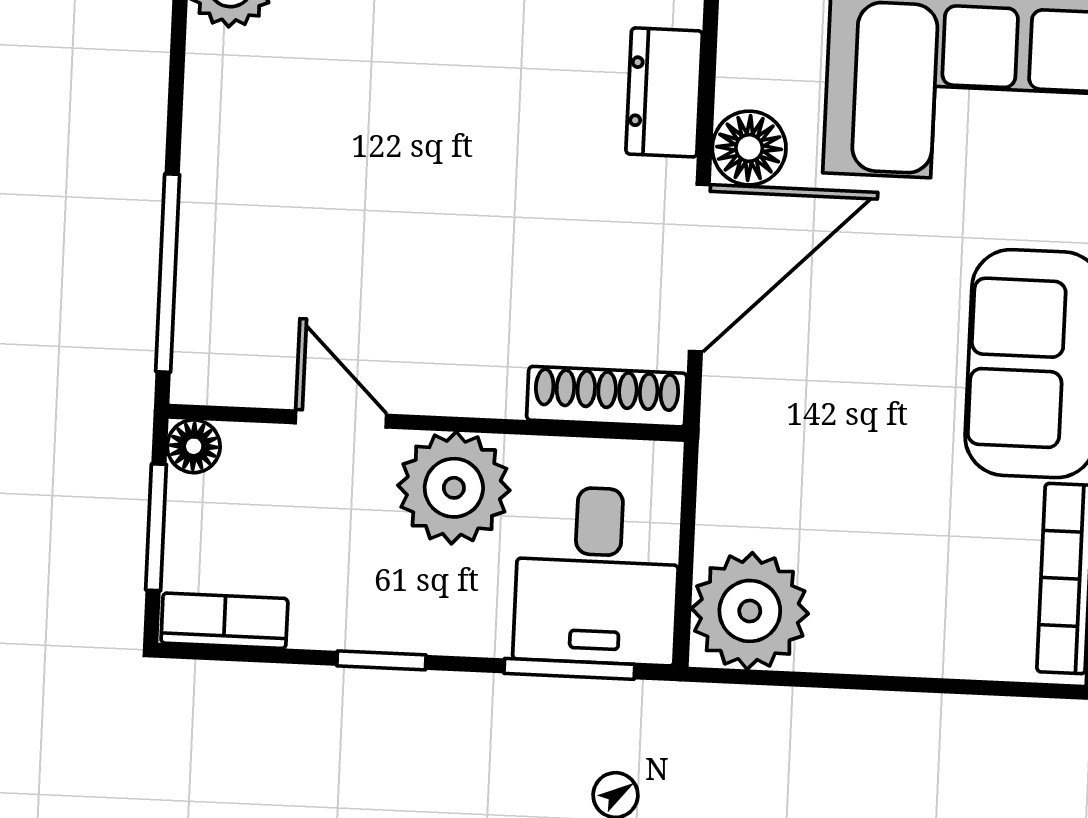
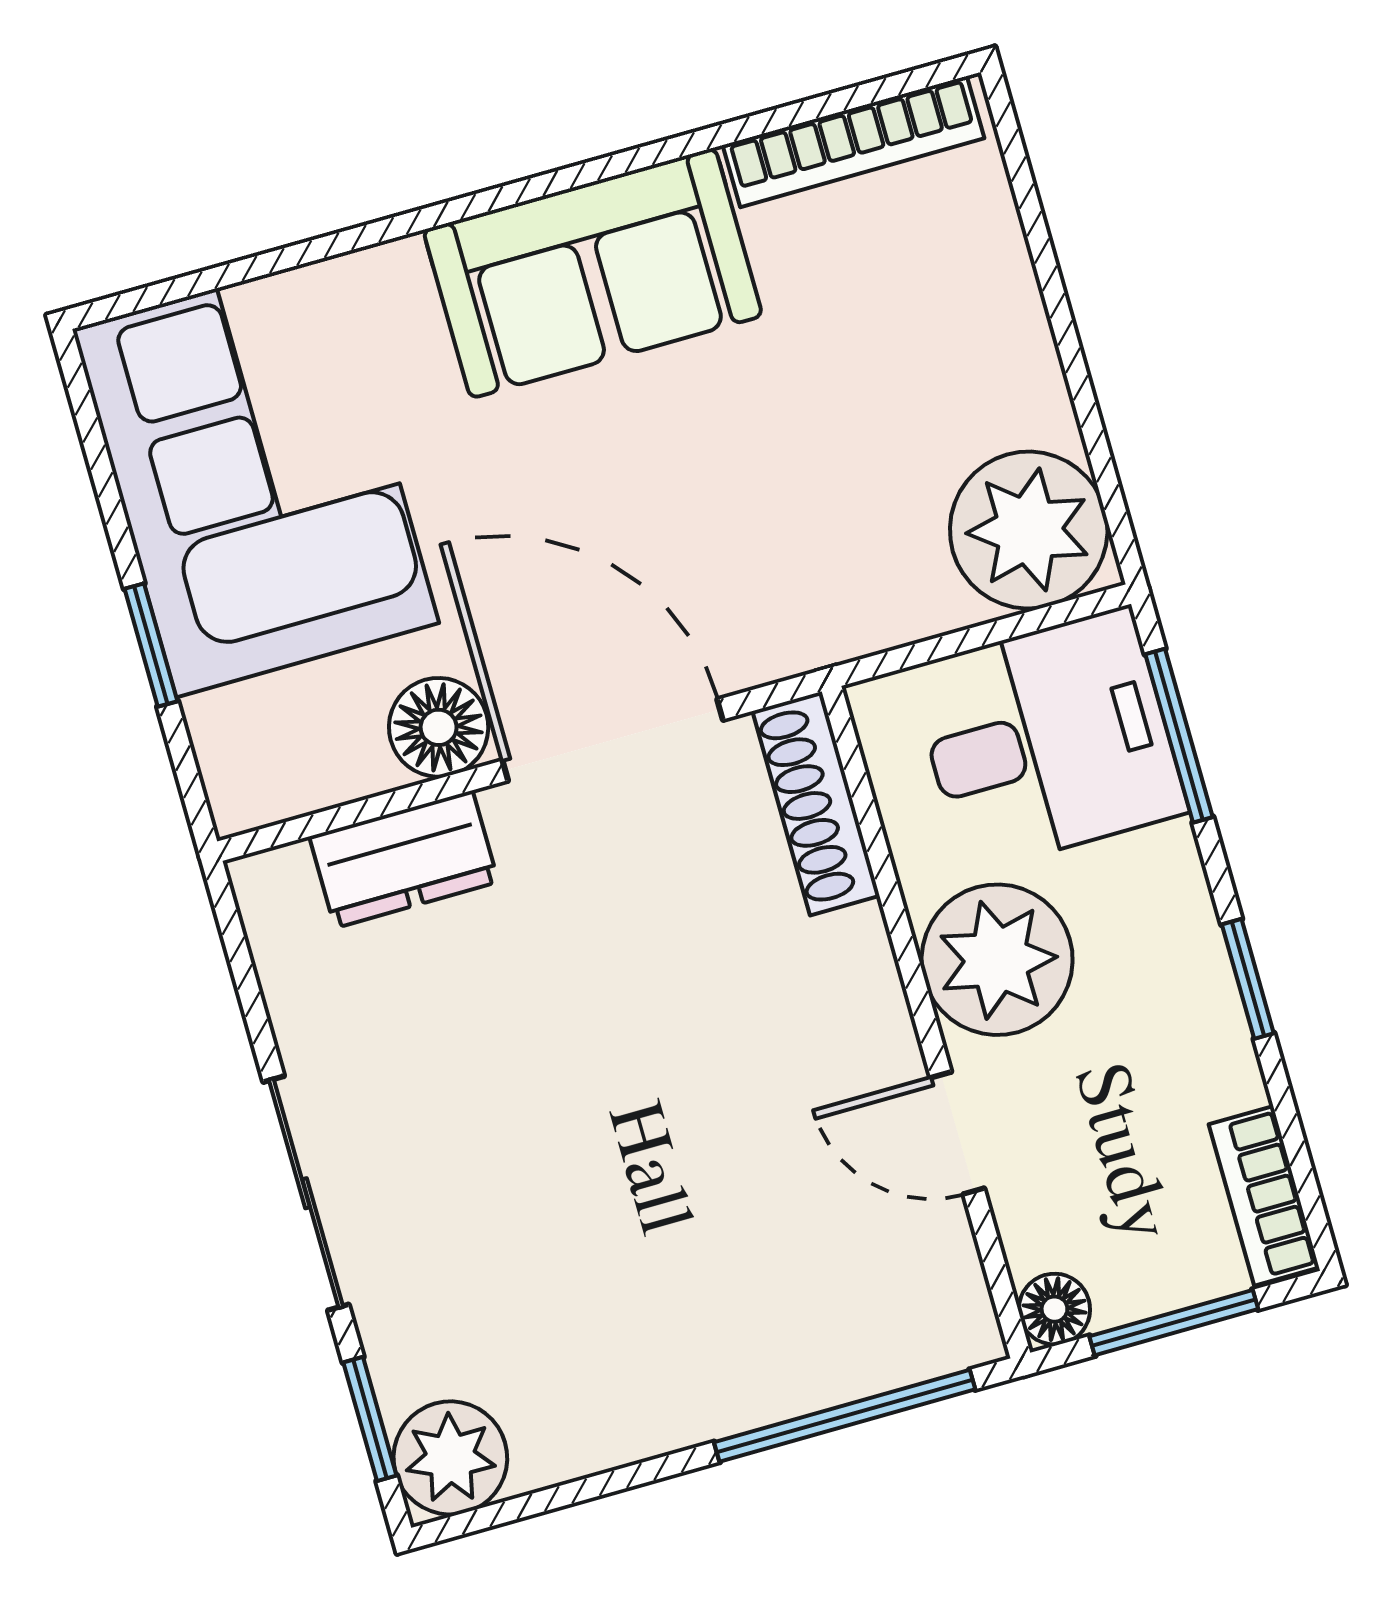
door: (341, 419) -> (957, 1133), hinge flipped

